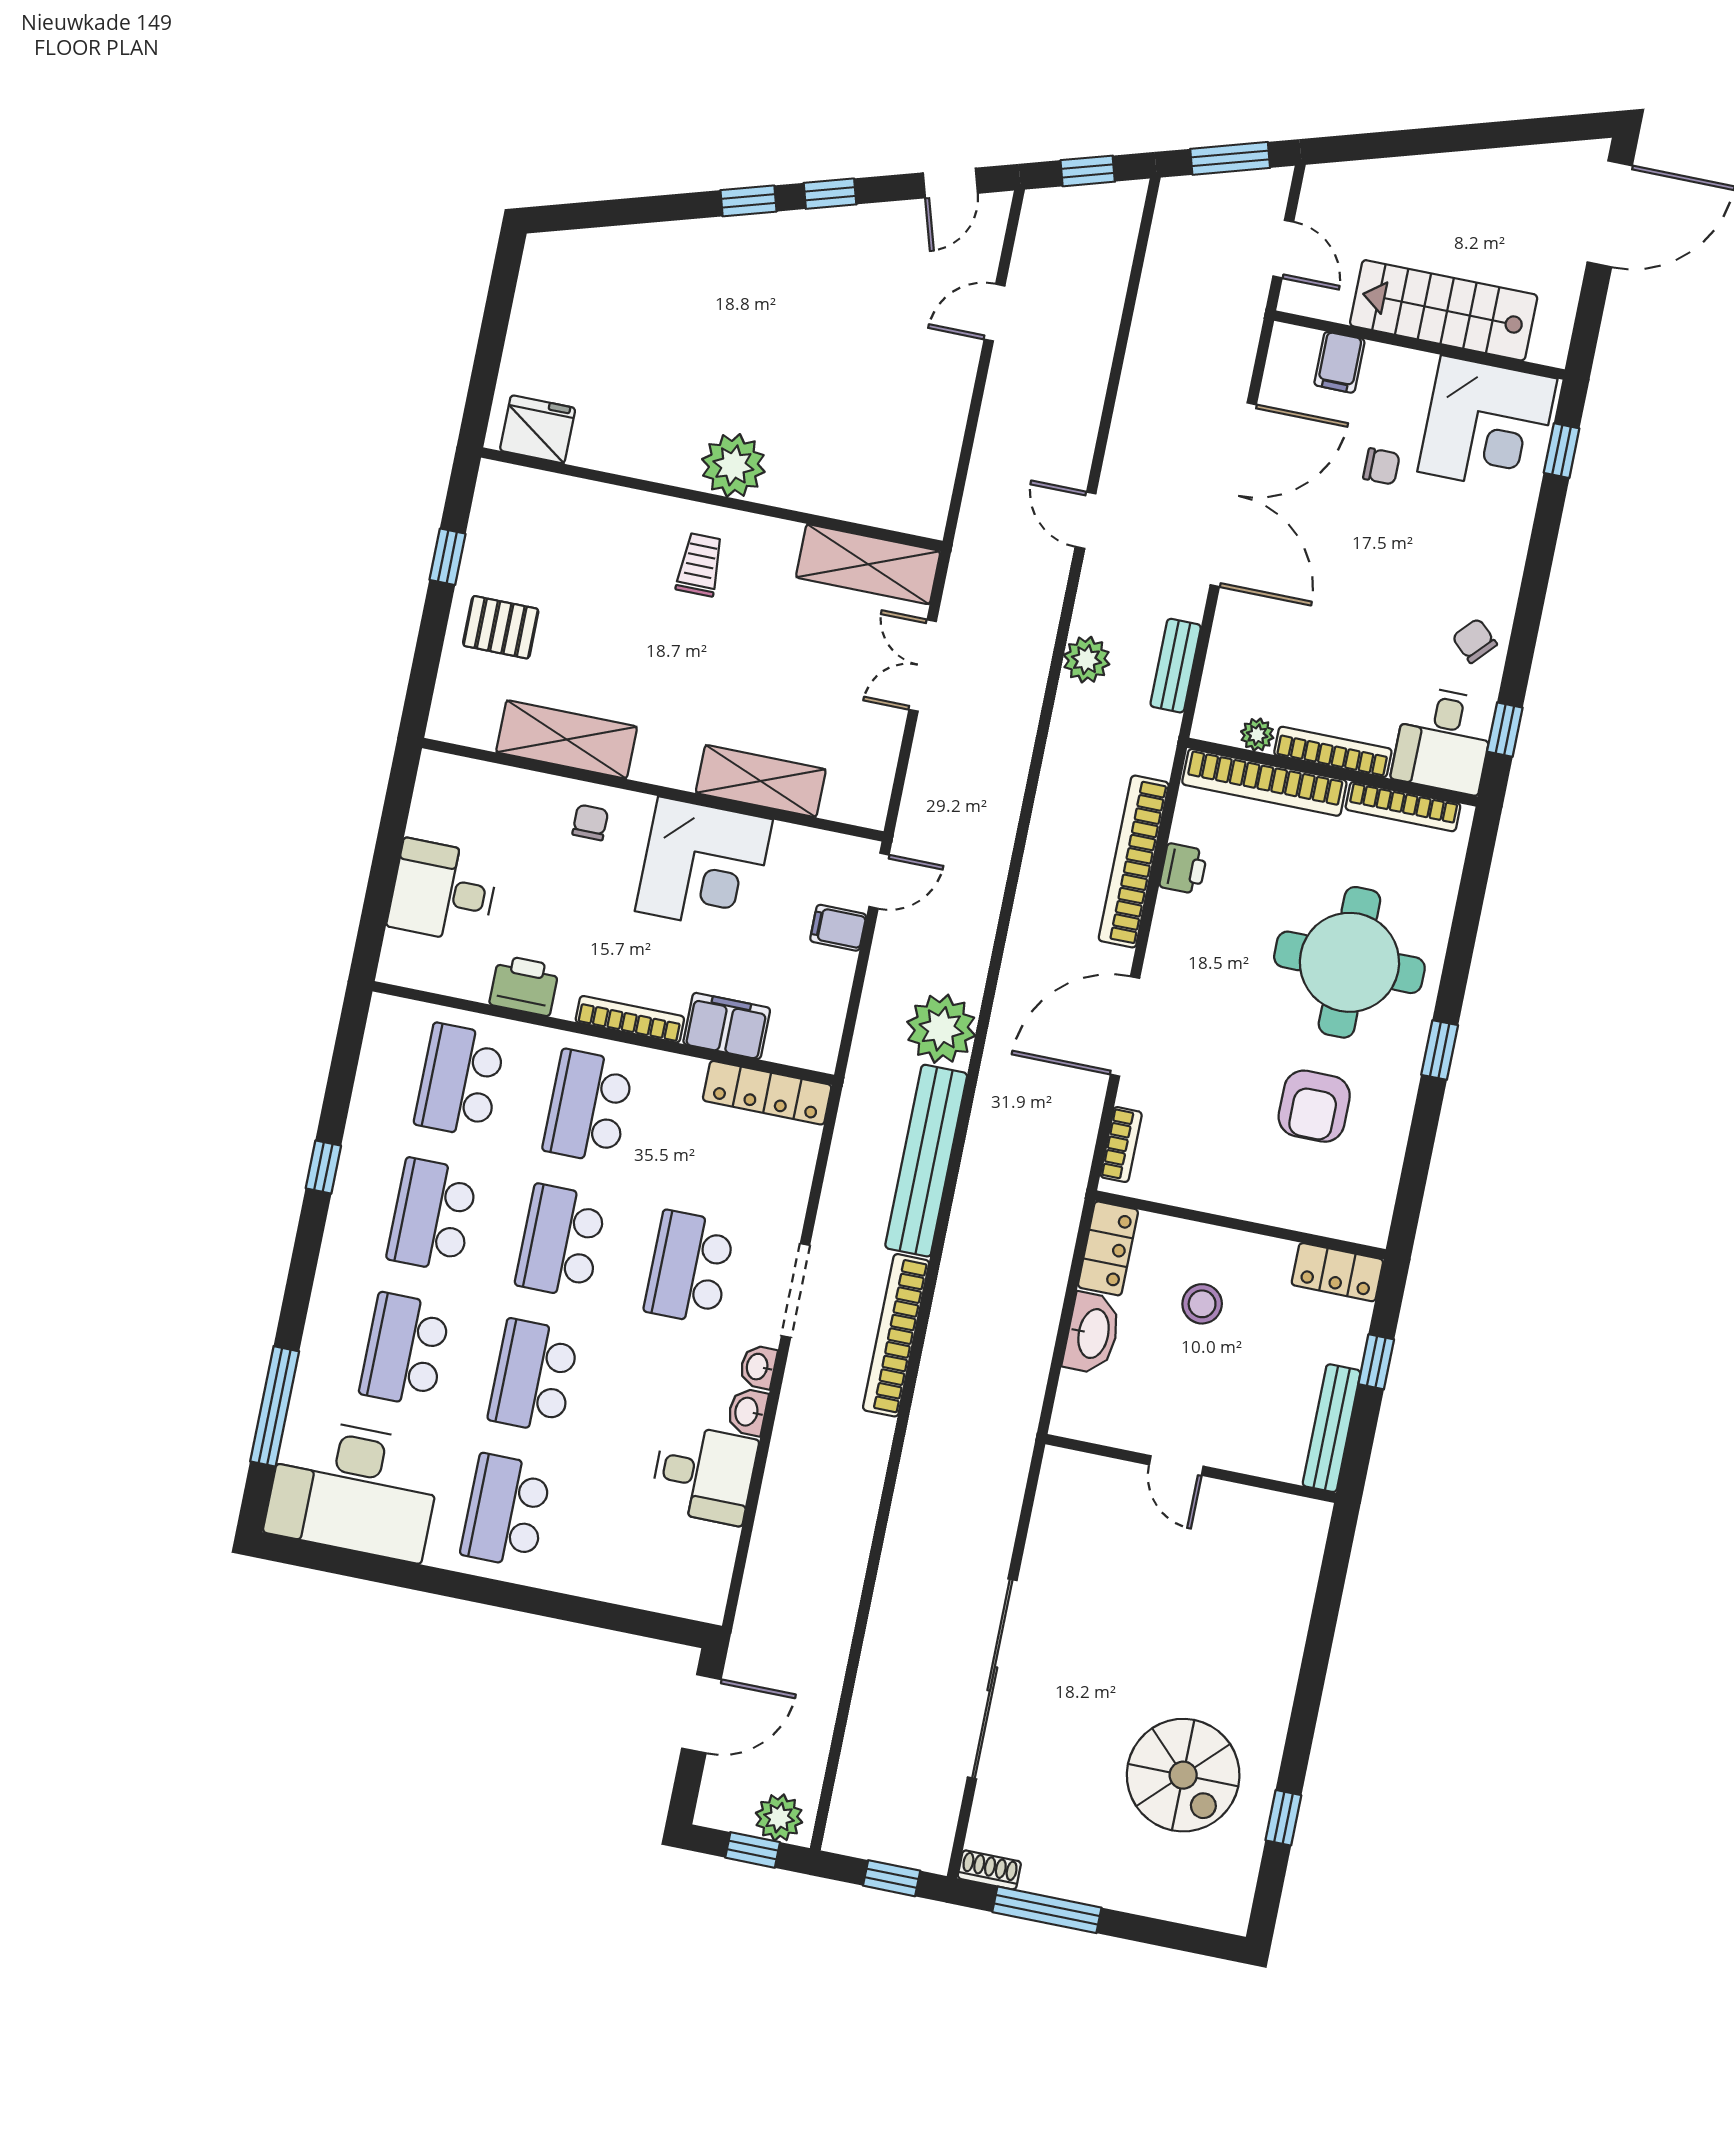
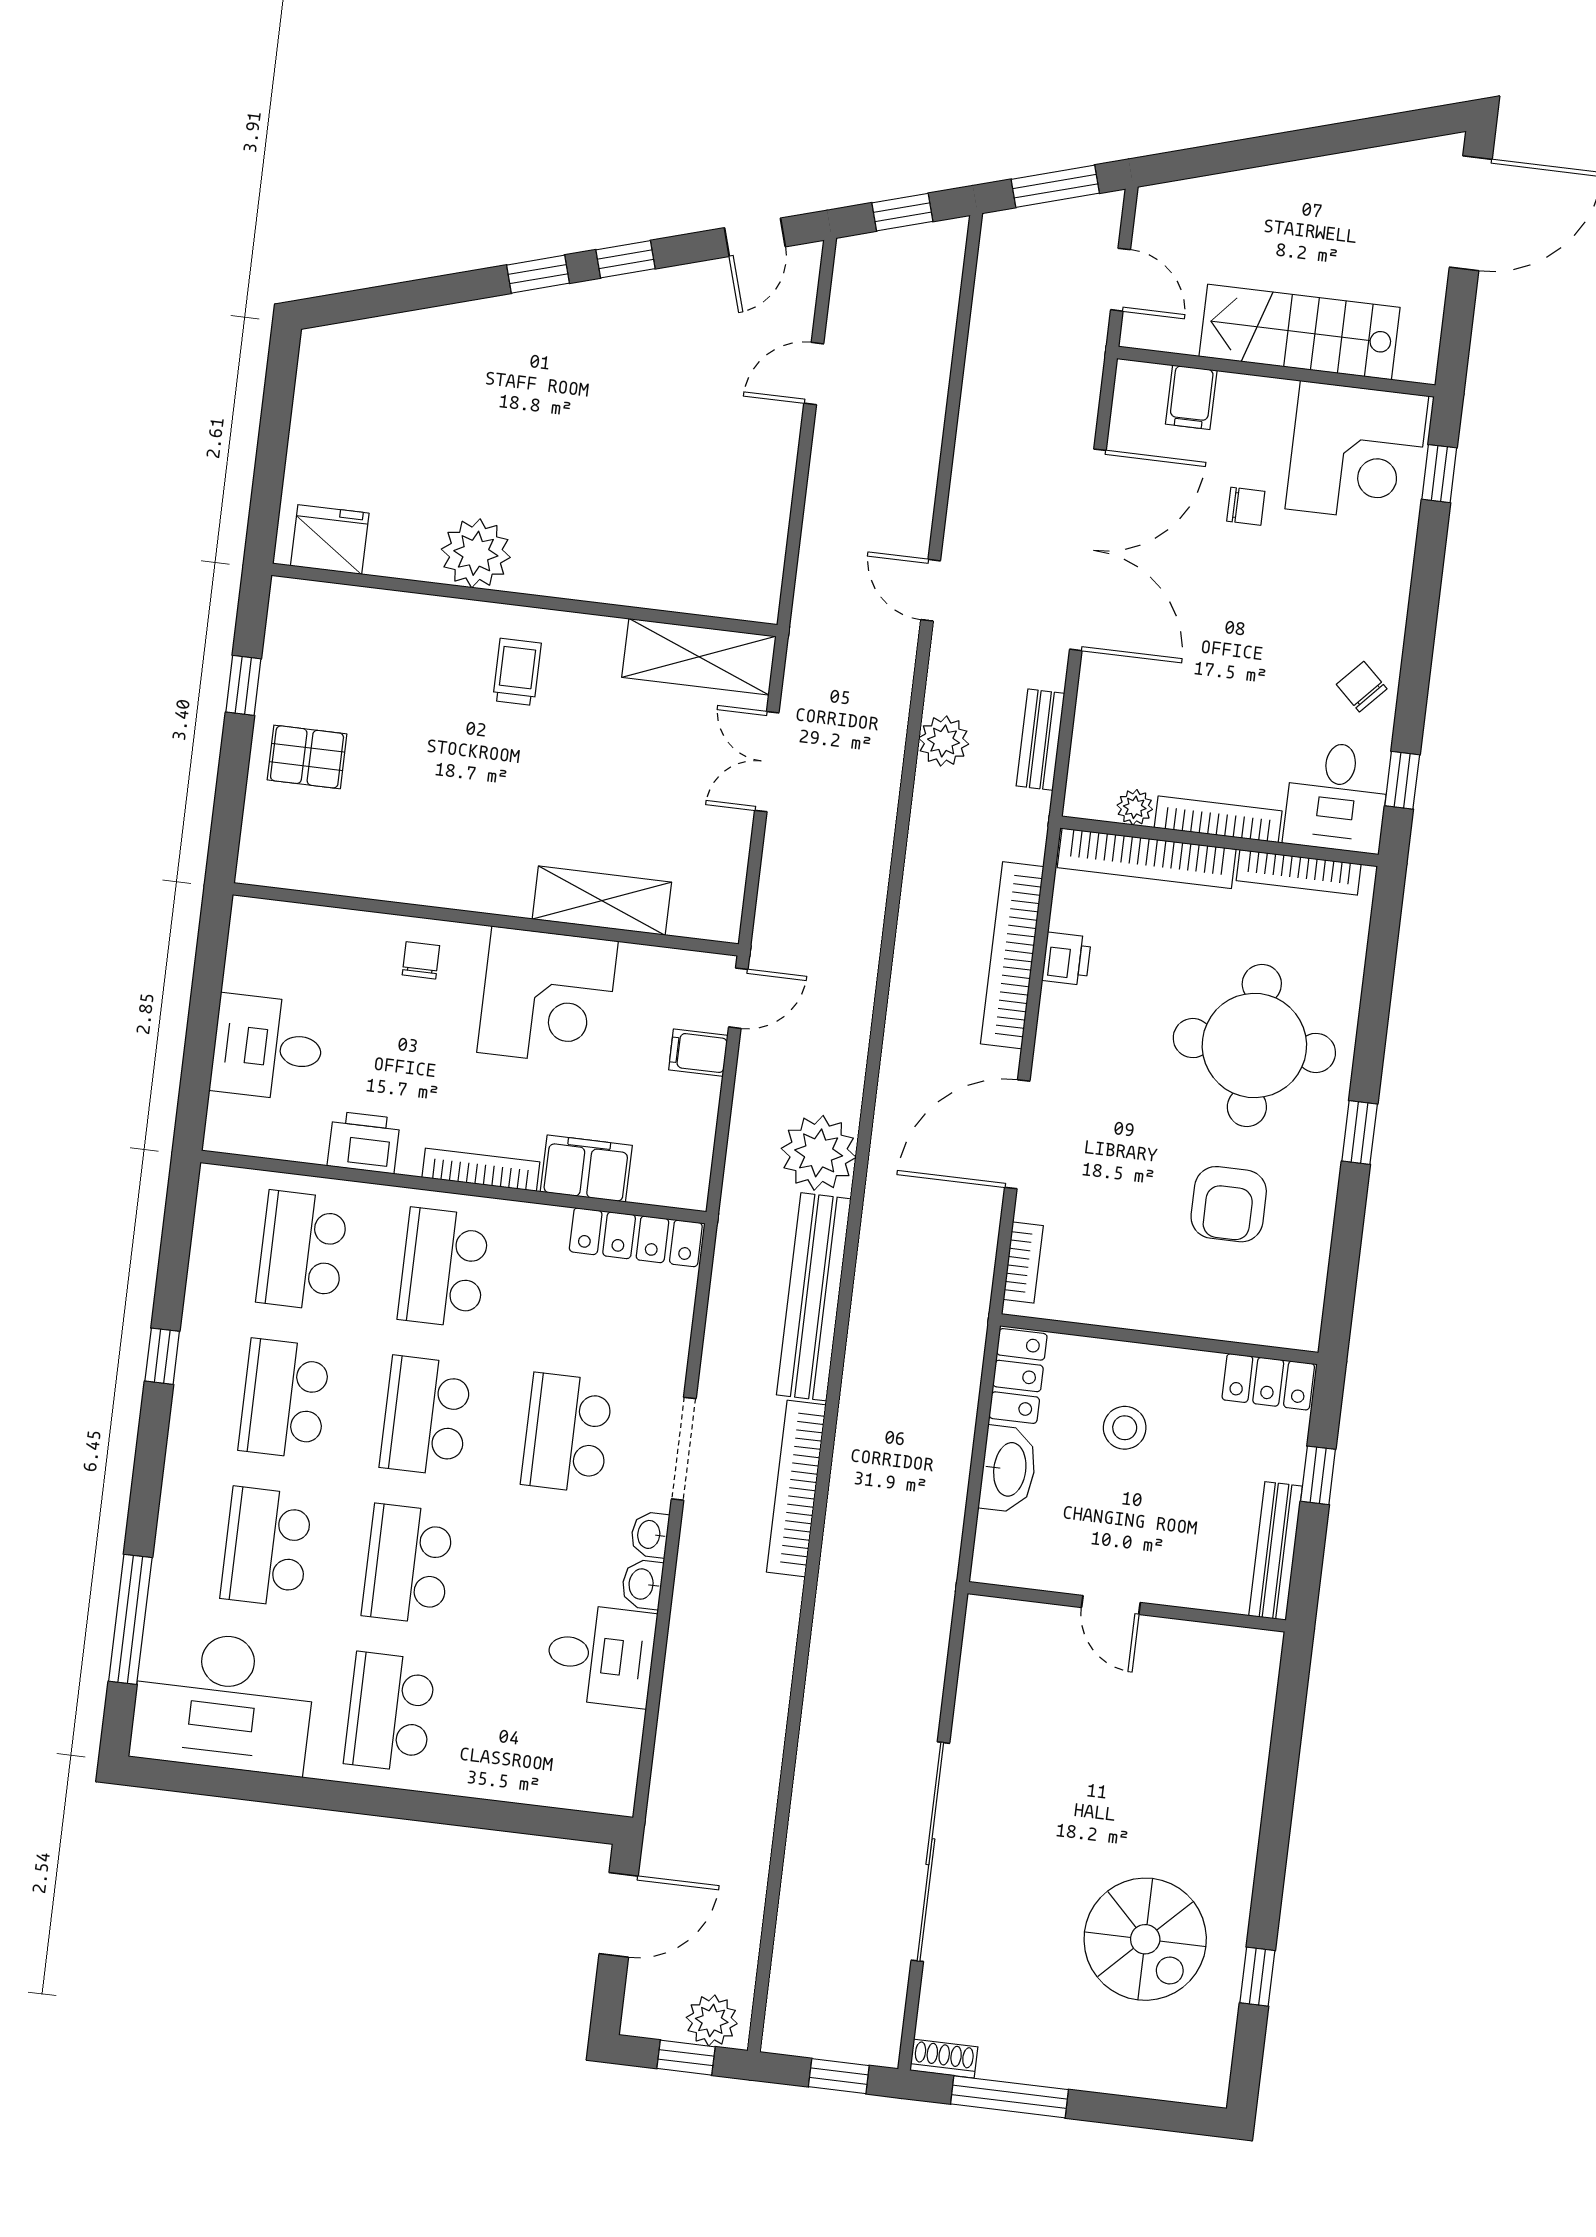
plant: (733, 465) -> (476, 553), moved
shelving: (567, 739) -> (388, 873), removed

